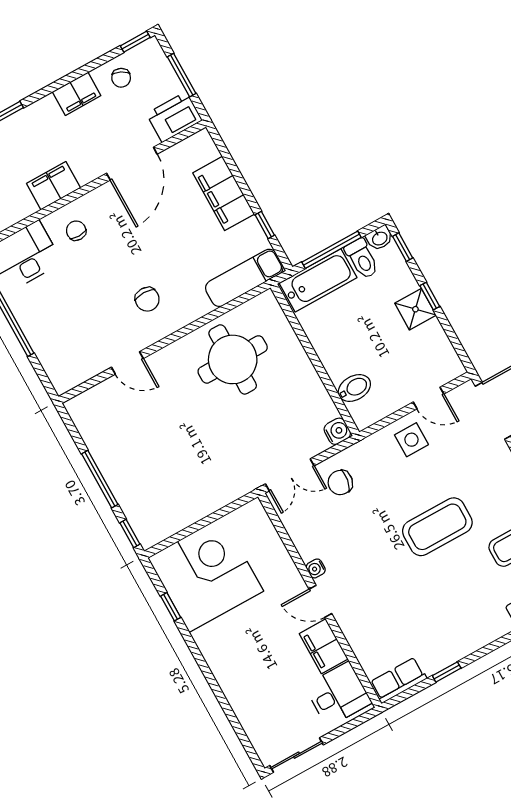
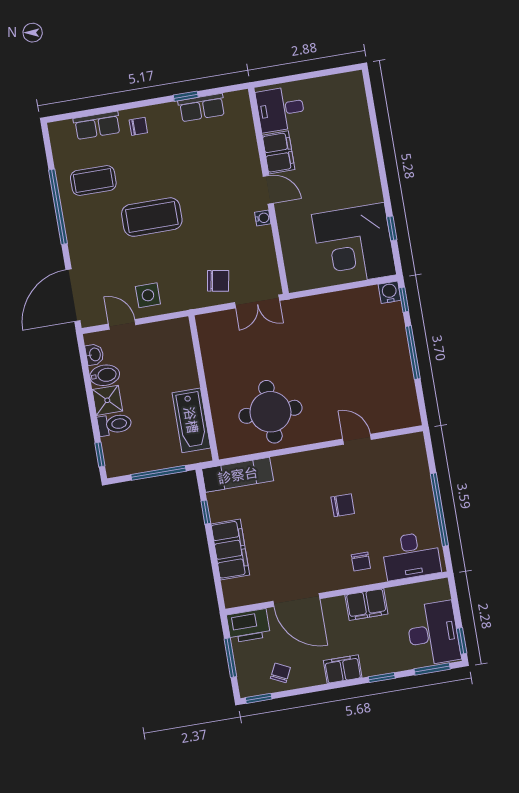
filing cabinet: (77, 94) -> (343, 669), moved
door: (132, 164) -> (296, 600), swing flipped
washbasin: (379, 238) -> (94, 354), moved, turned 90
toilet: (362, 259) -> (115, 424), moved, turned 90
bathtub: (318, 280) -> (191, 420), moved, turned -90
window: (430, 296) -> (92, 407), removed
chair: (147, 299) -> (343, 505), moved, turned 90
bidet: (354, 388) -> (105, 375), moved, turned 180
water cooler: (337, 431) -> (389, 292), moved, turned 90
double door: (290, 475) -> (257, 302), swing flipped
chair: (487, 621) -> (138, 126), added
row of seats: (398, 680) -> (202, 108), moved
sliding door: (297, 755) -> (332, 72), removed

